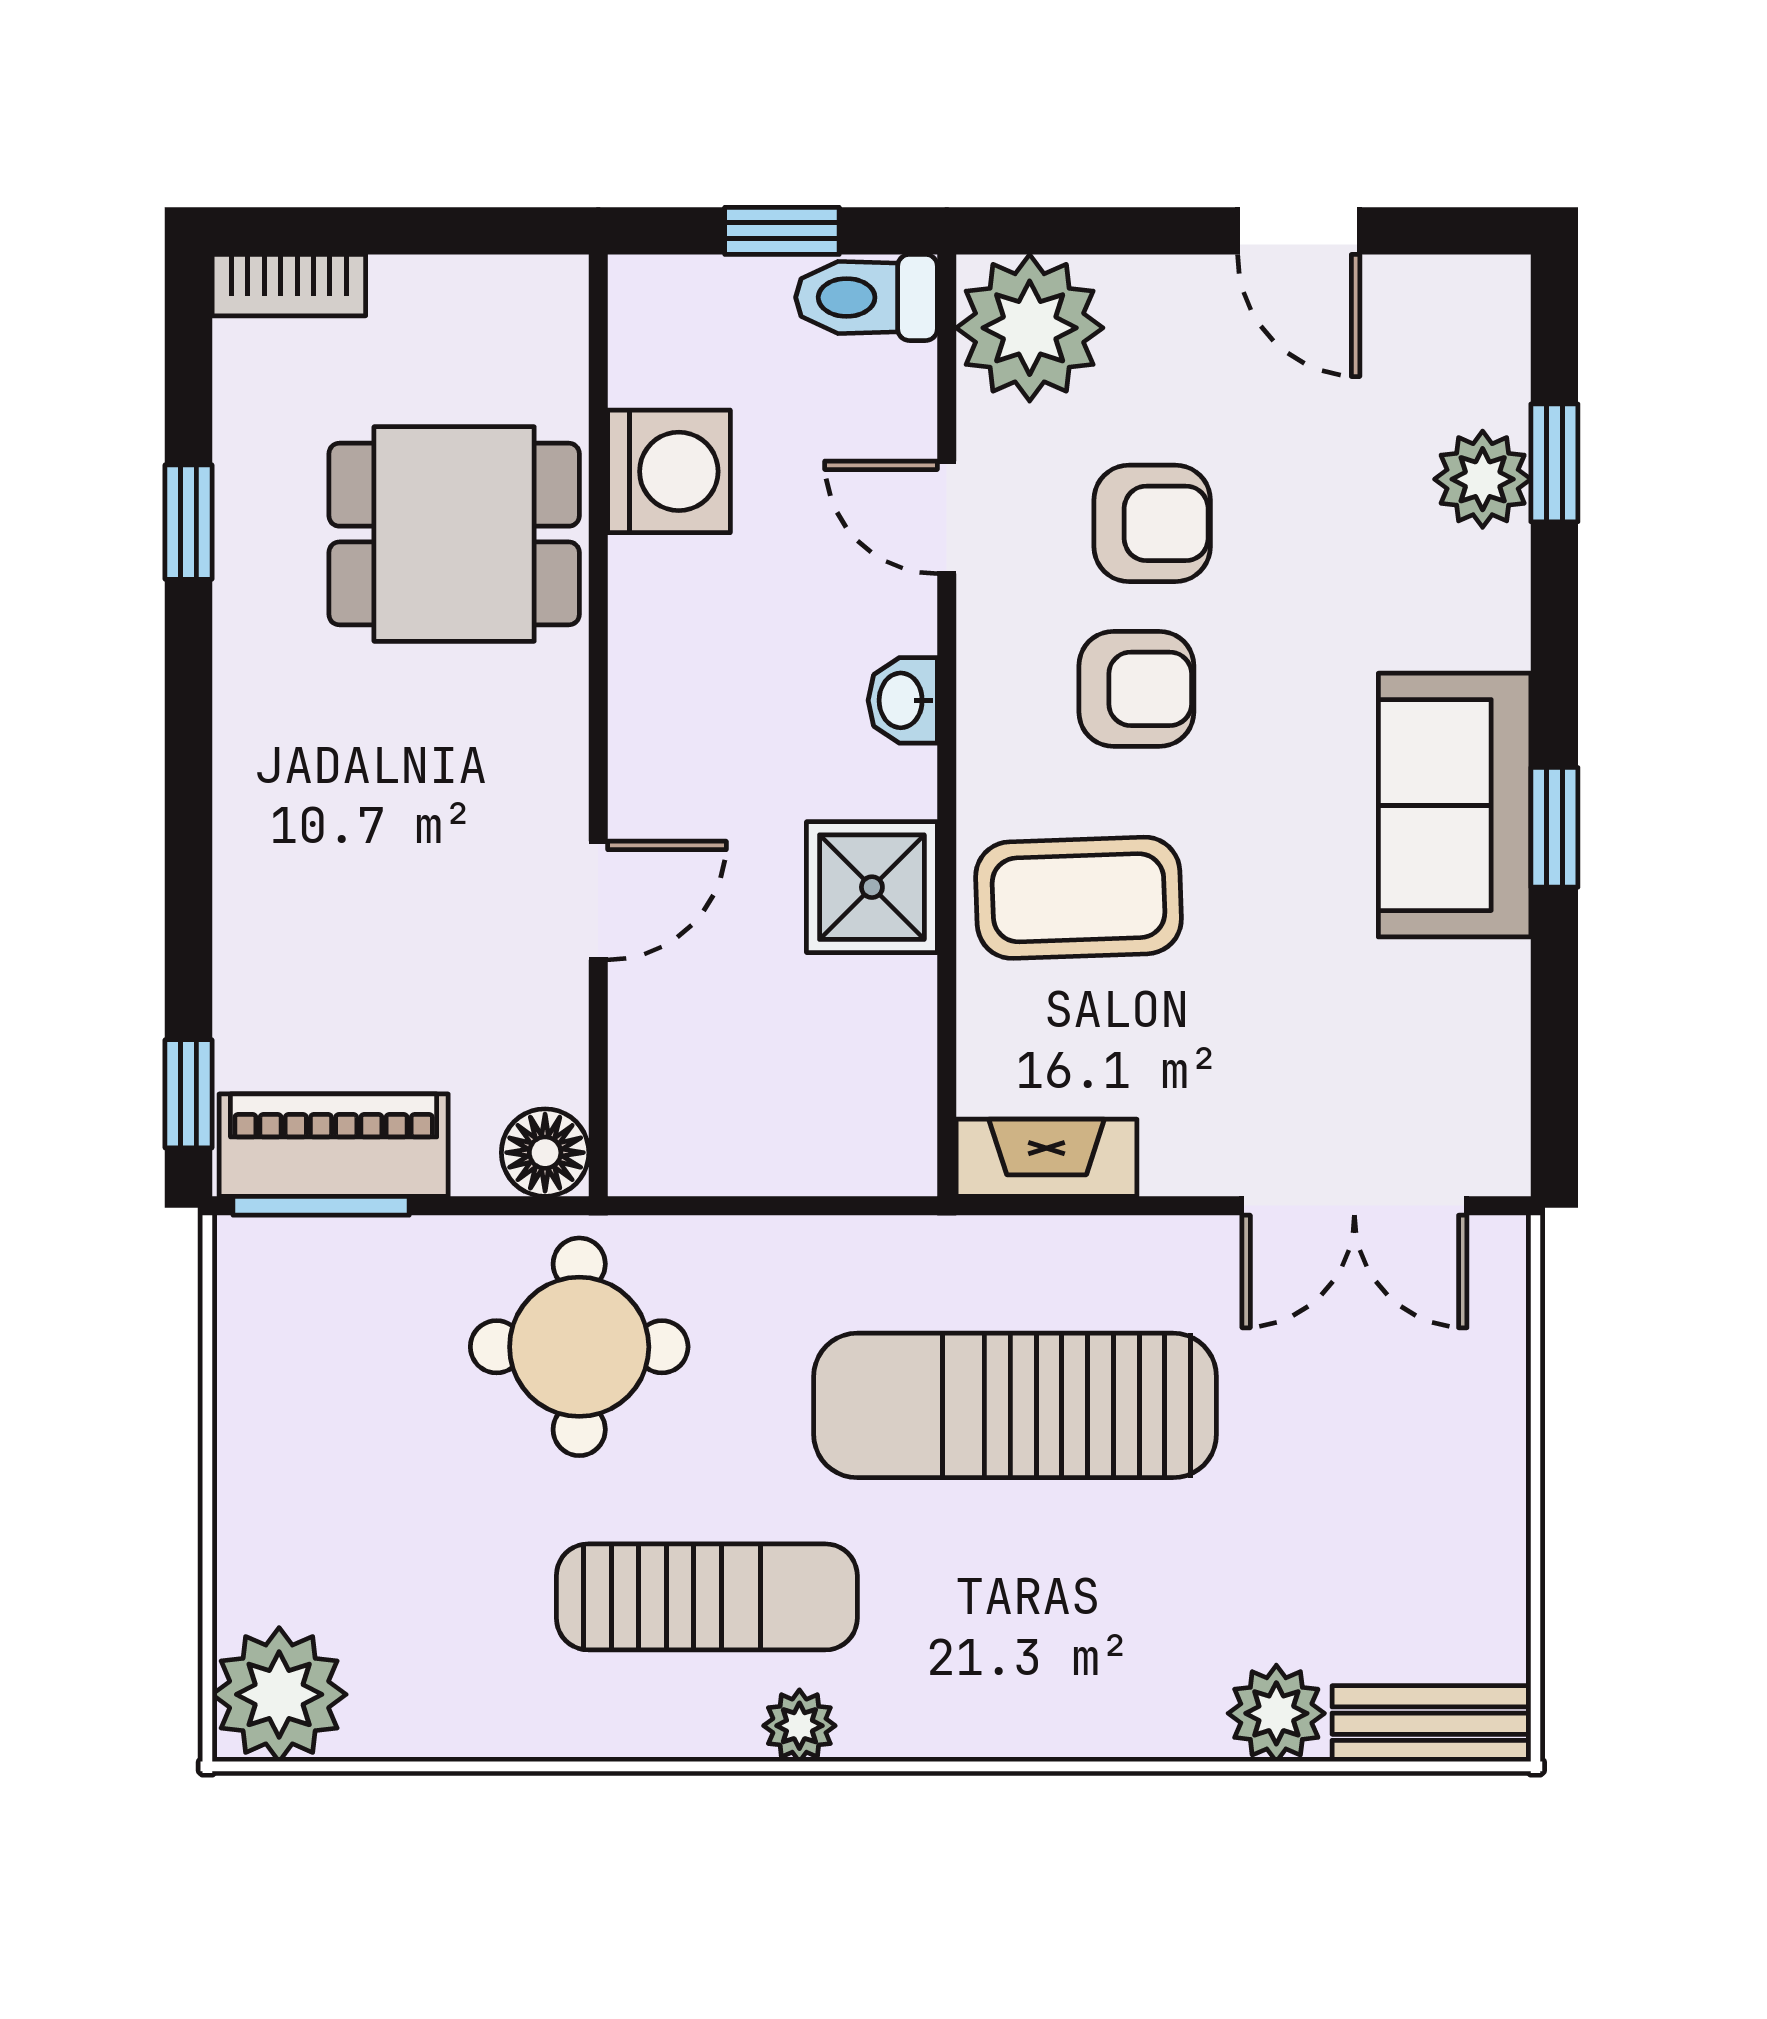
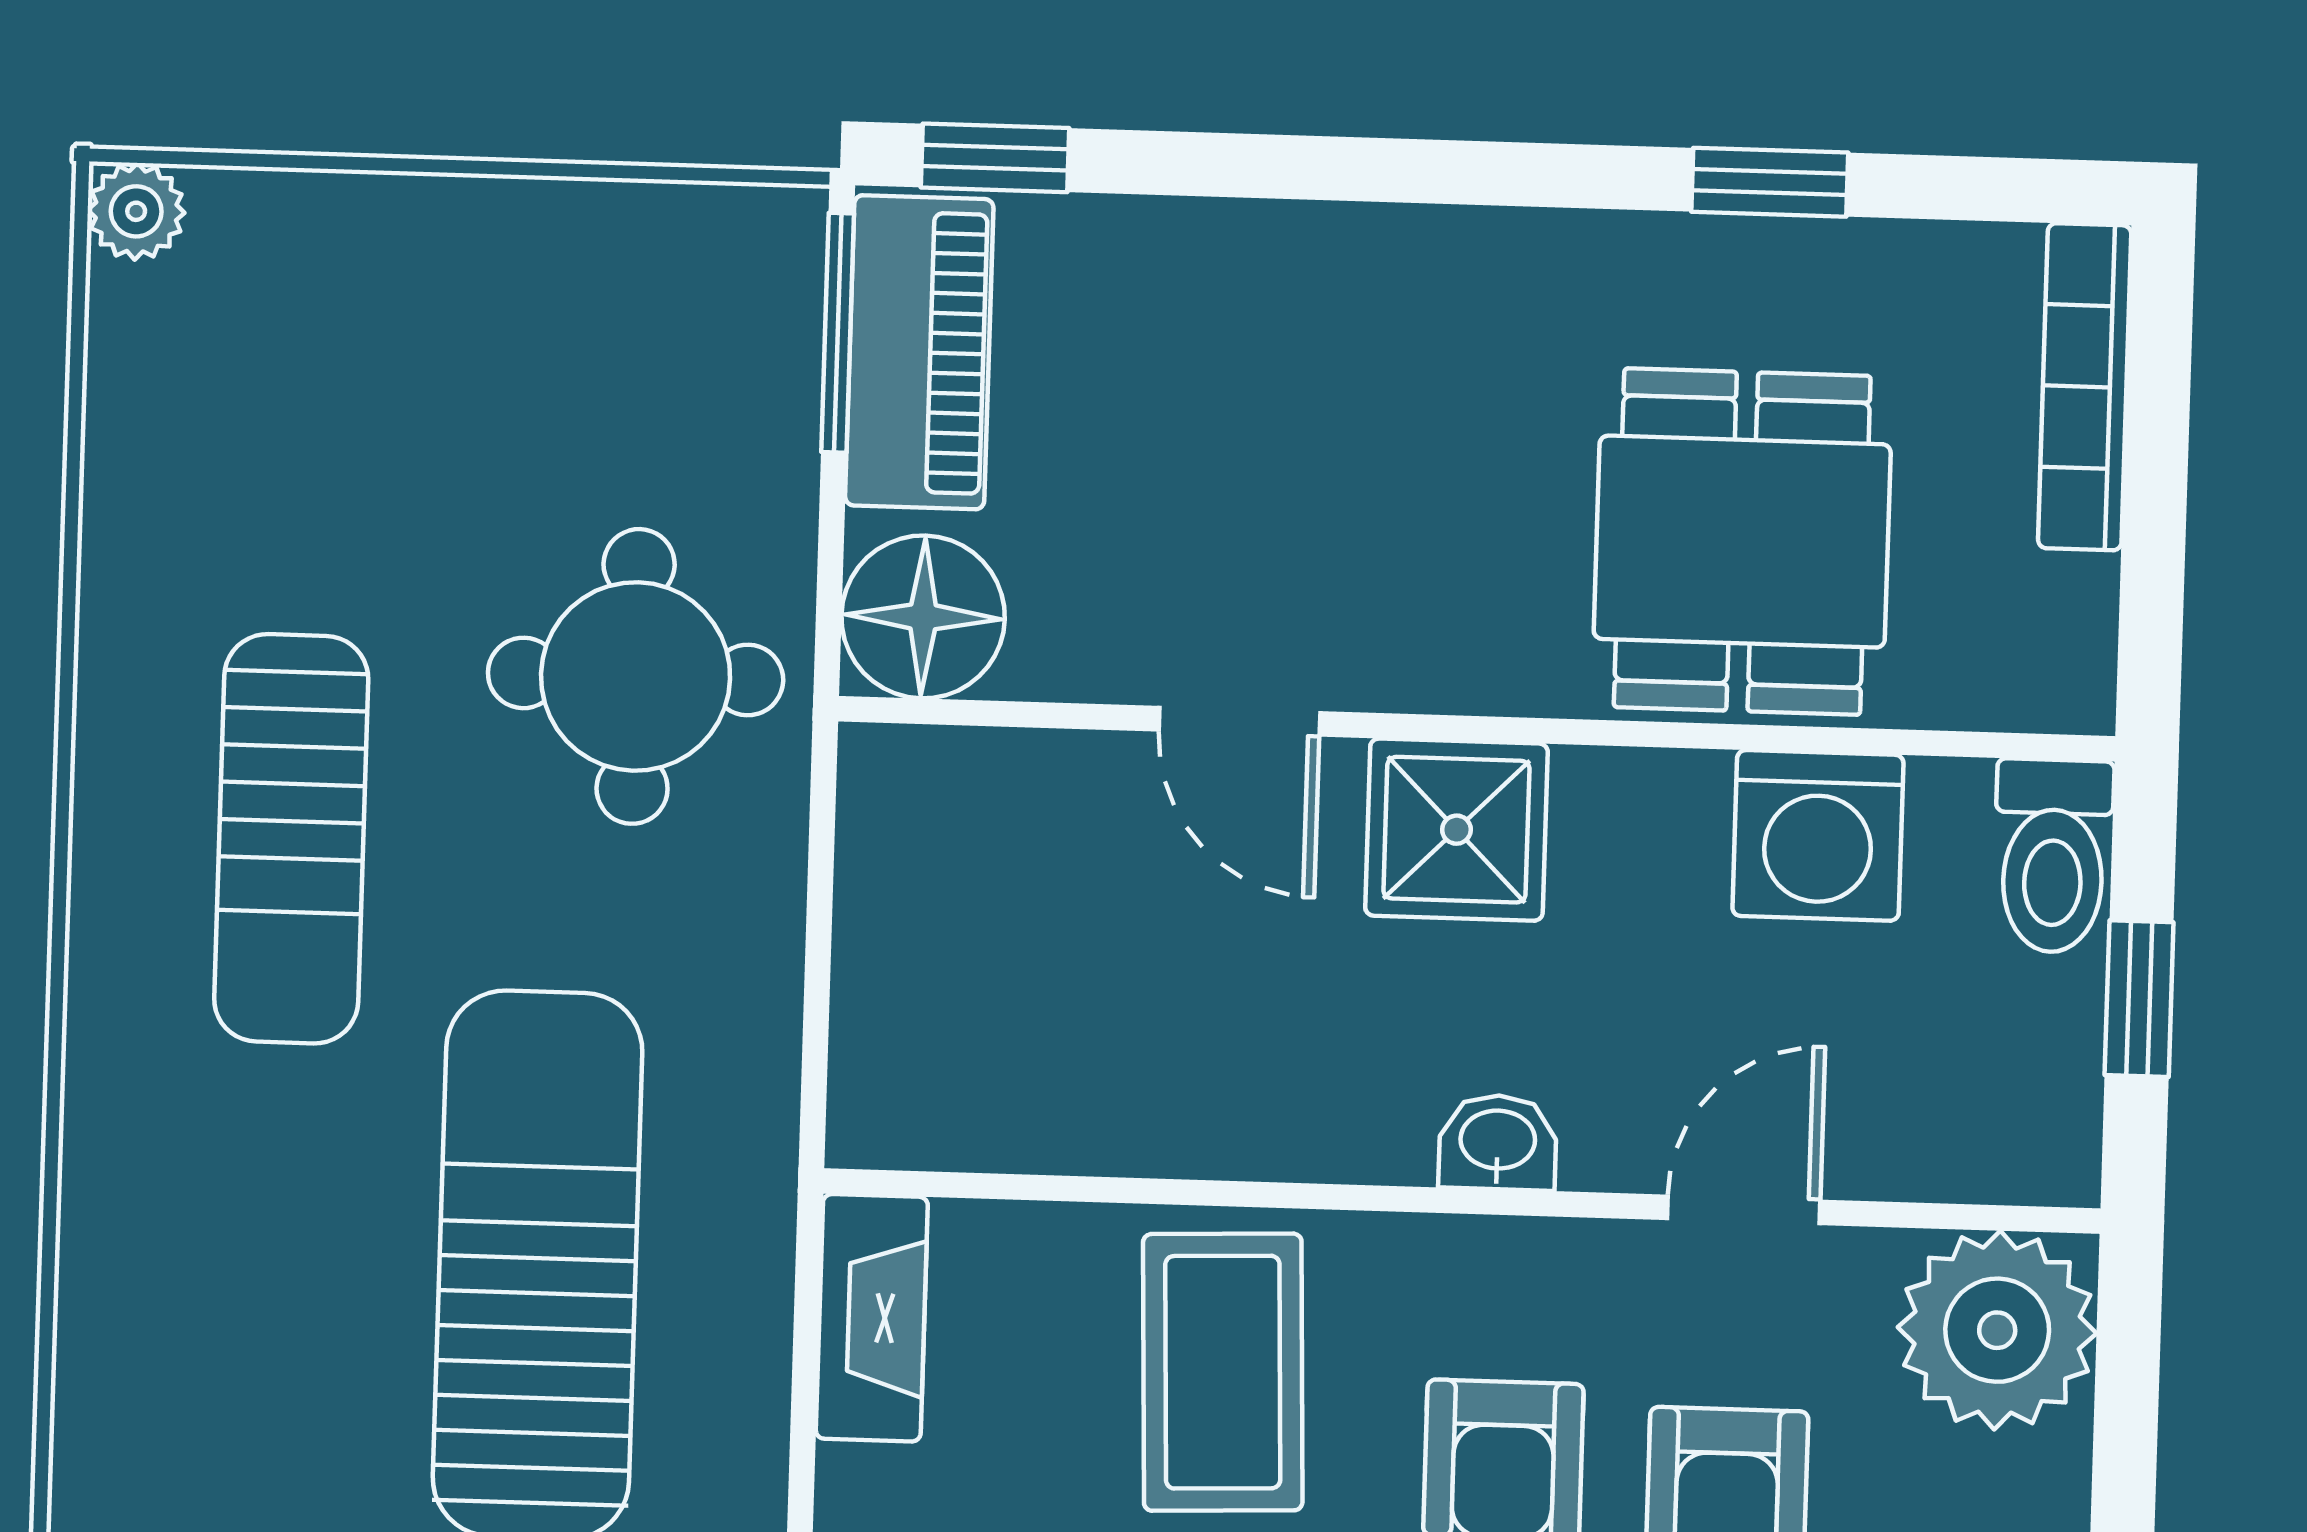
bookcase: (289, 285) -> (2085, 387), width x1.56
toilet: (866, 297) -> (2053, 856), moved, turned 180
shower: (872, 887) -> (1456, 830), moved
floor lamp: (545, 1153) -> (923, 617), width x1.38, depth x1.38
plant: (279, 1694) -> (136, 211), width x0.53, depth x0.53
plant: (799, 1726) -> (113, 959), removed

